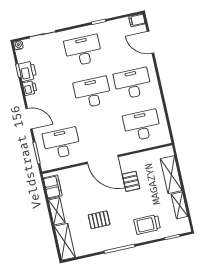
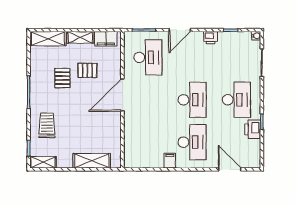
filing cabinet: (137, 20) -> (170, 161), moved
door: (151, 42) -> (230, 169), hinge flipped
printer: (27, 71) -> (253, 129), moved, turned 90
desk: (142, 125) -> (148, 142), removed
pallet: (131, 181) -> (87, 70), moved
shelving: (180, 205) -> (43, 162), moved

